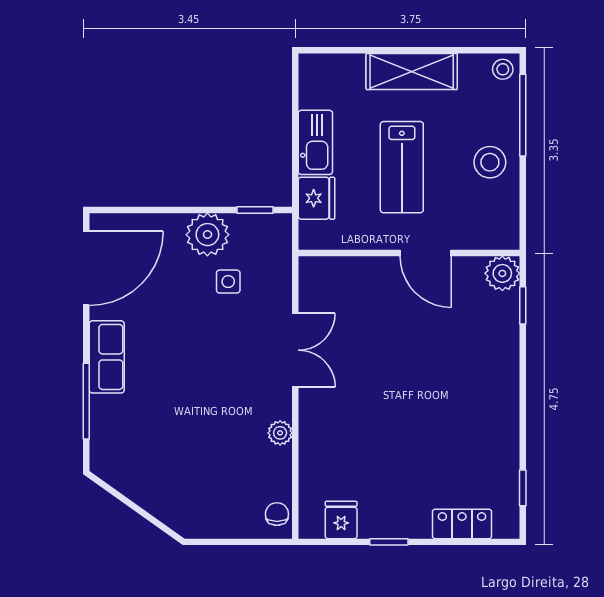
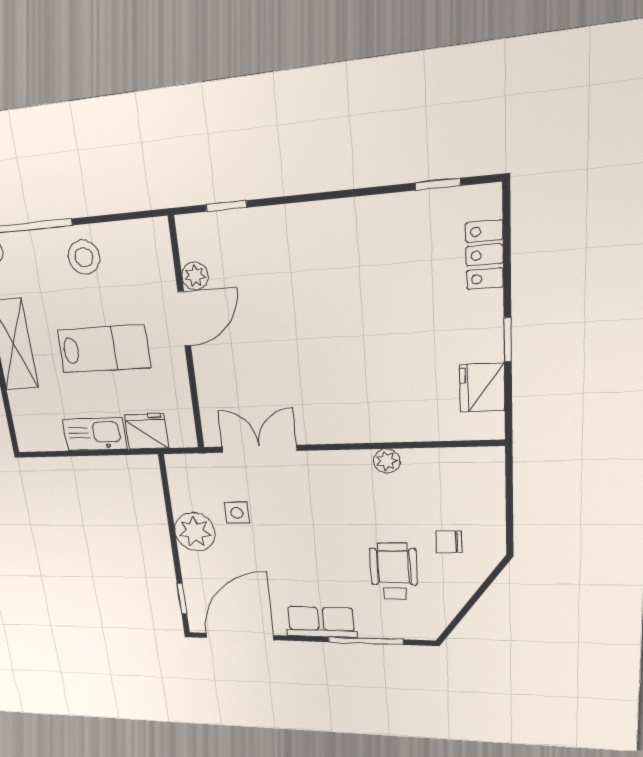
window: (255, 210) -> (182, 599), moved
door: (86, 268) -> (240, 636), hinge flipped
plant: (502, 273) -> (195, 276), moved, width x0.73, depth x0.73
double door: (295, 350) -> (259, 449), moved
wheelchair: (165, 433) -> (394, 571), added
chair: (277, 514) -> (449, 542), moved
fridge: (341, 520) -> (482, 388), width x1.38

